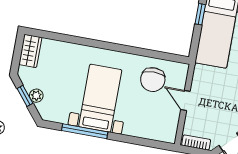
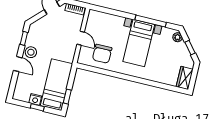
chair: (153, 80) -> (102, 54), turned 180
plant: (36, 96) -> (178, 37), moved

